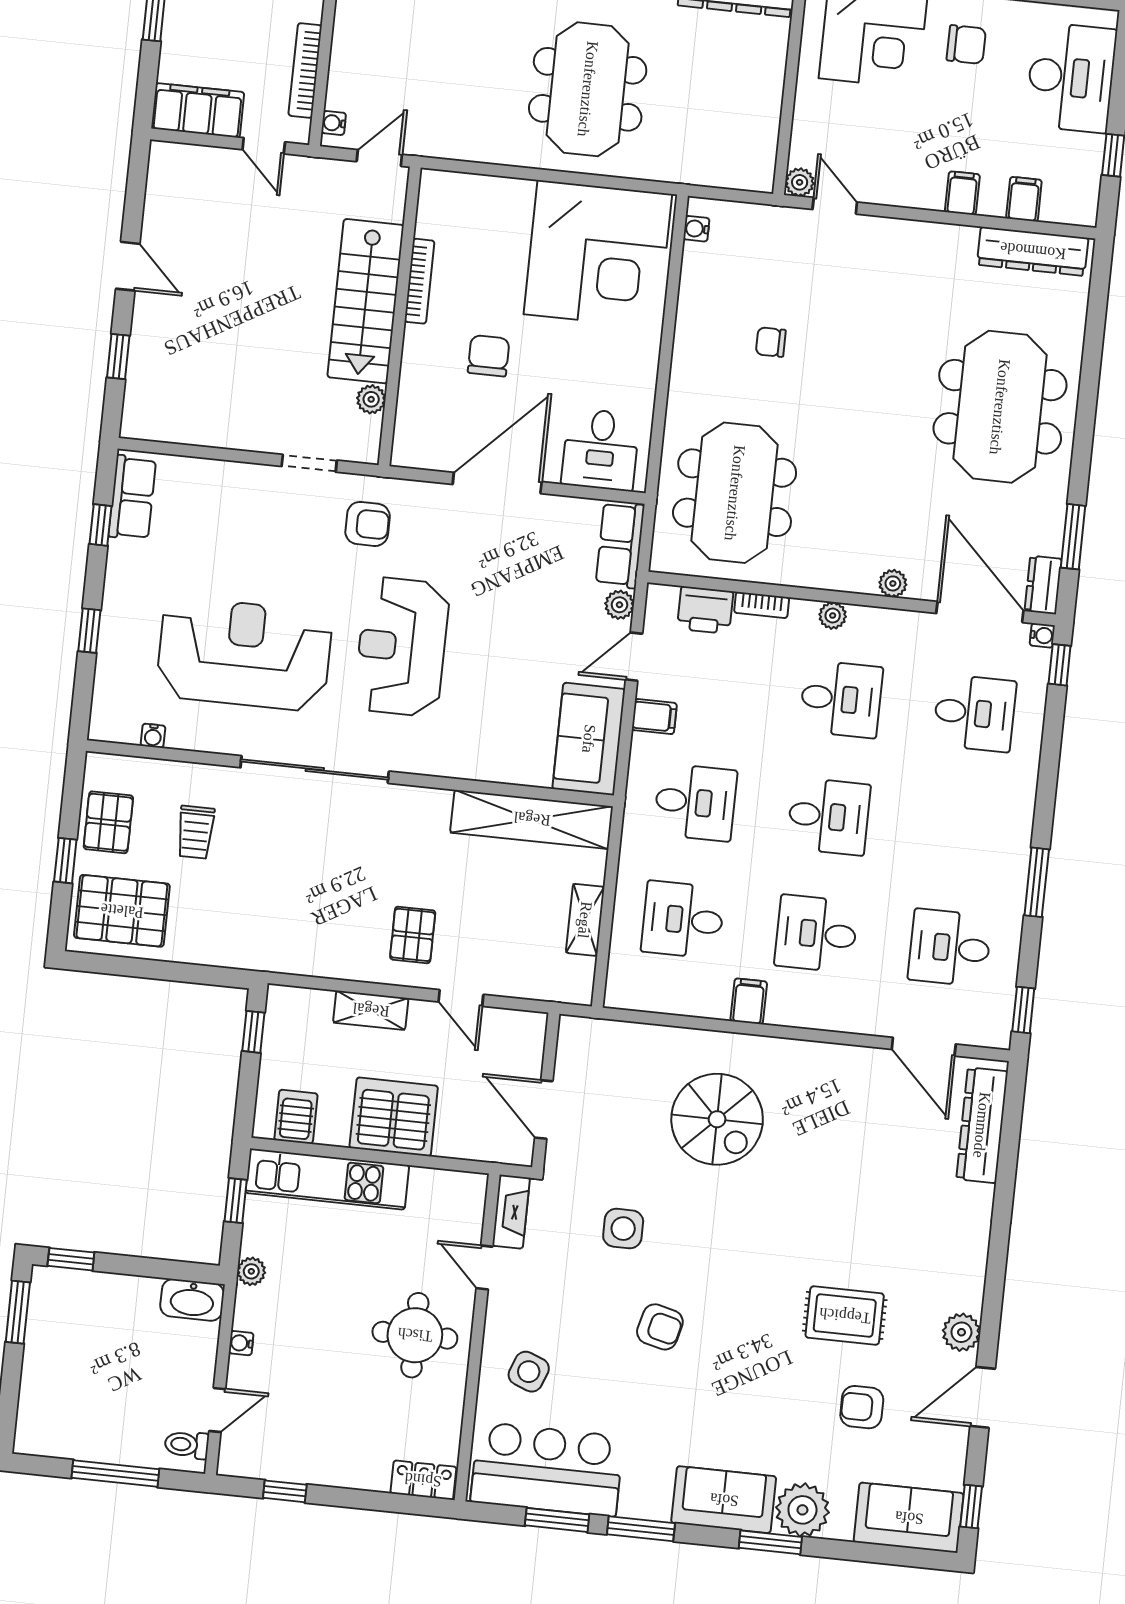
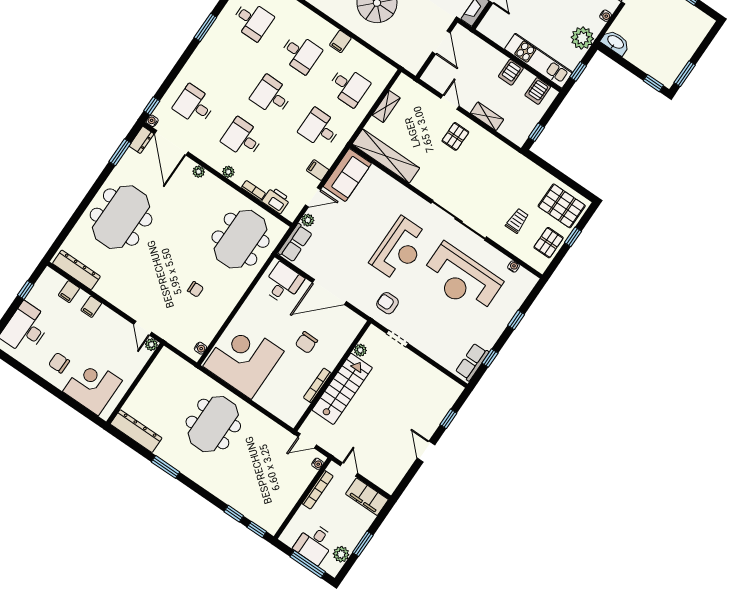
server rack: (394, 1117) -> (511, 72), width x0.46, depth x0.70
plant: (251, 1271) -> (582, 38), width x1.88, depth x1.88

